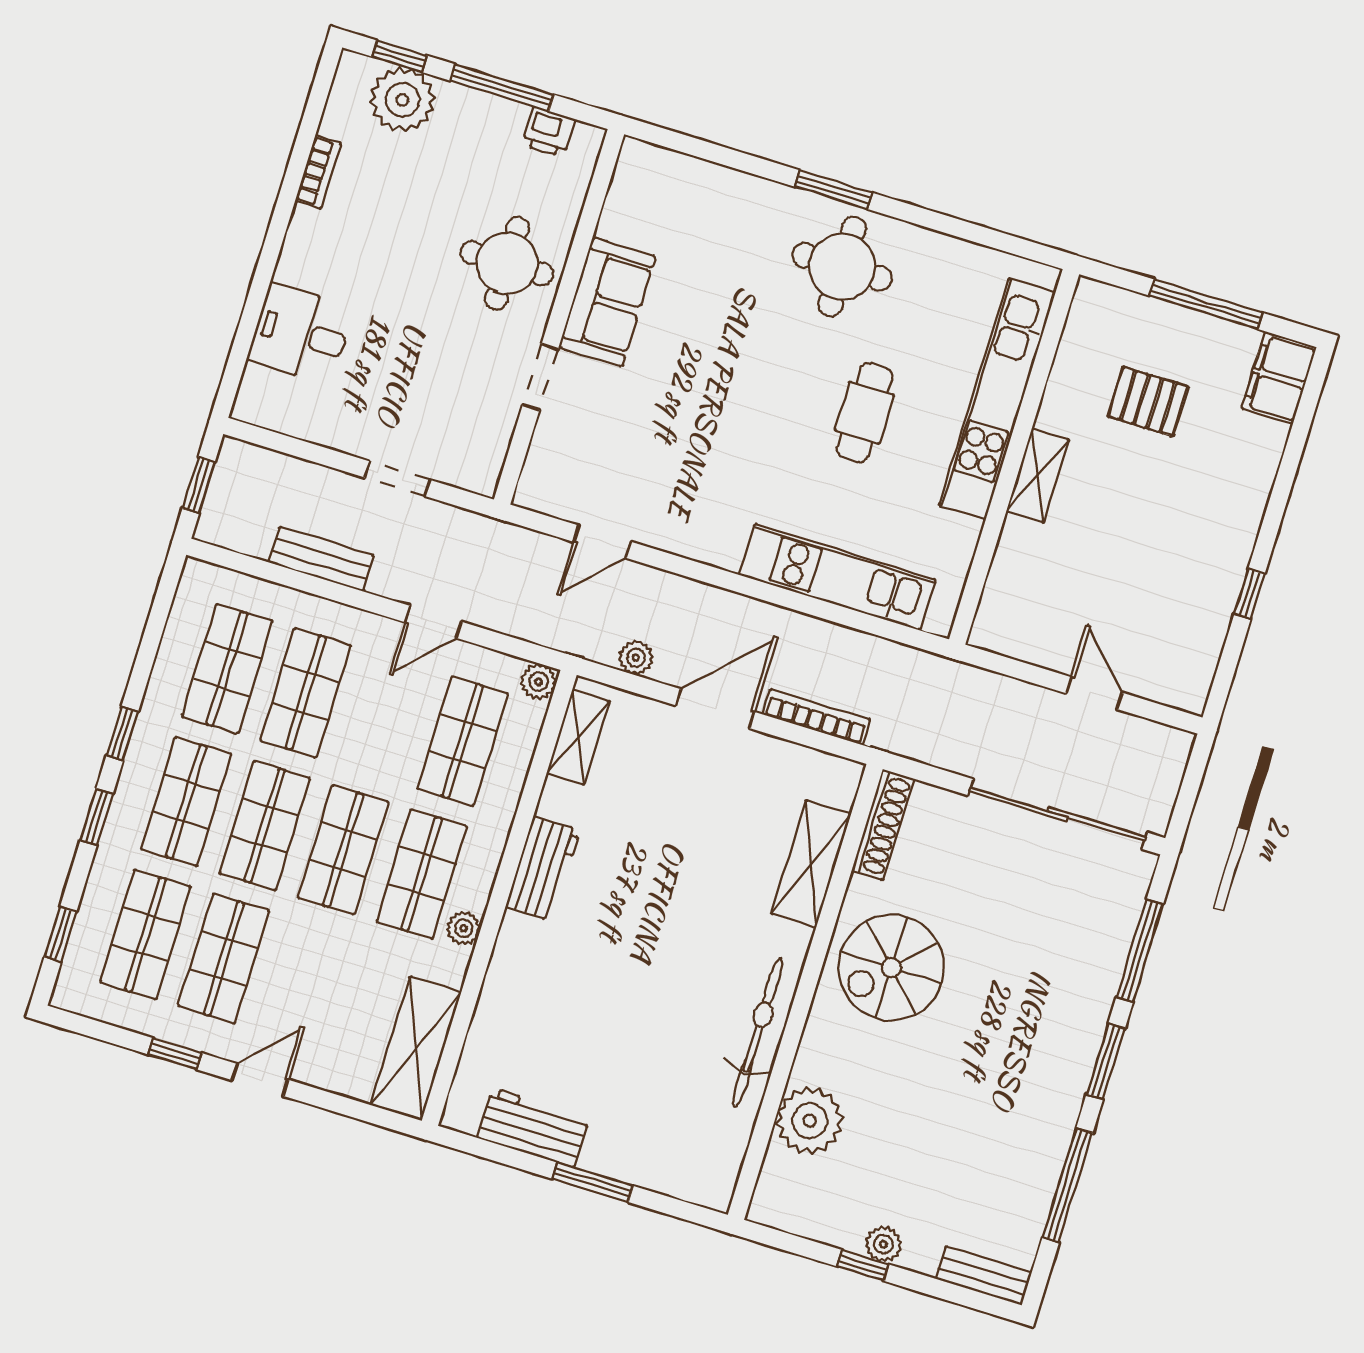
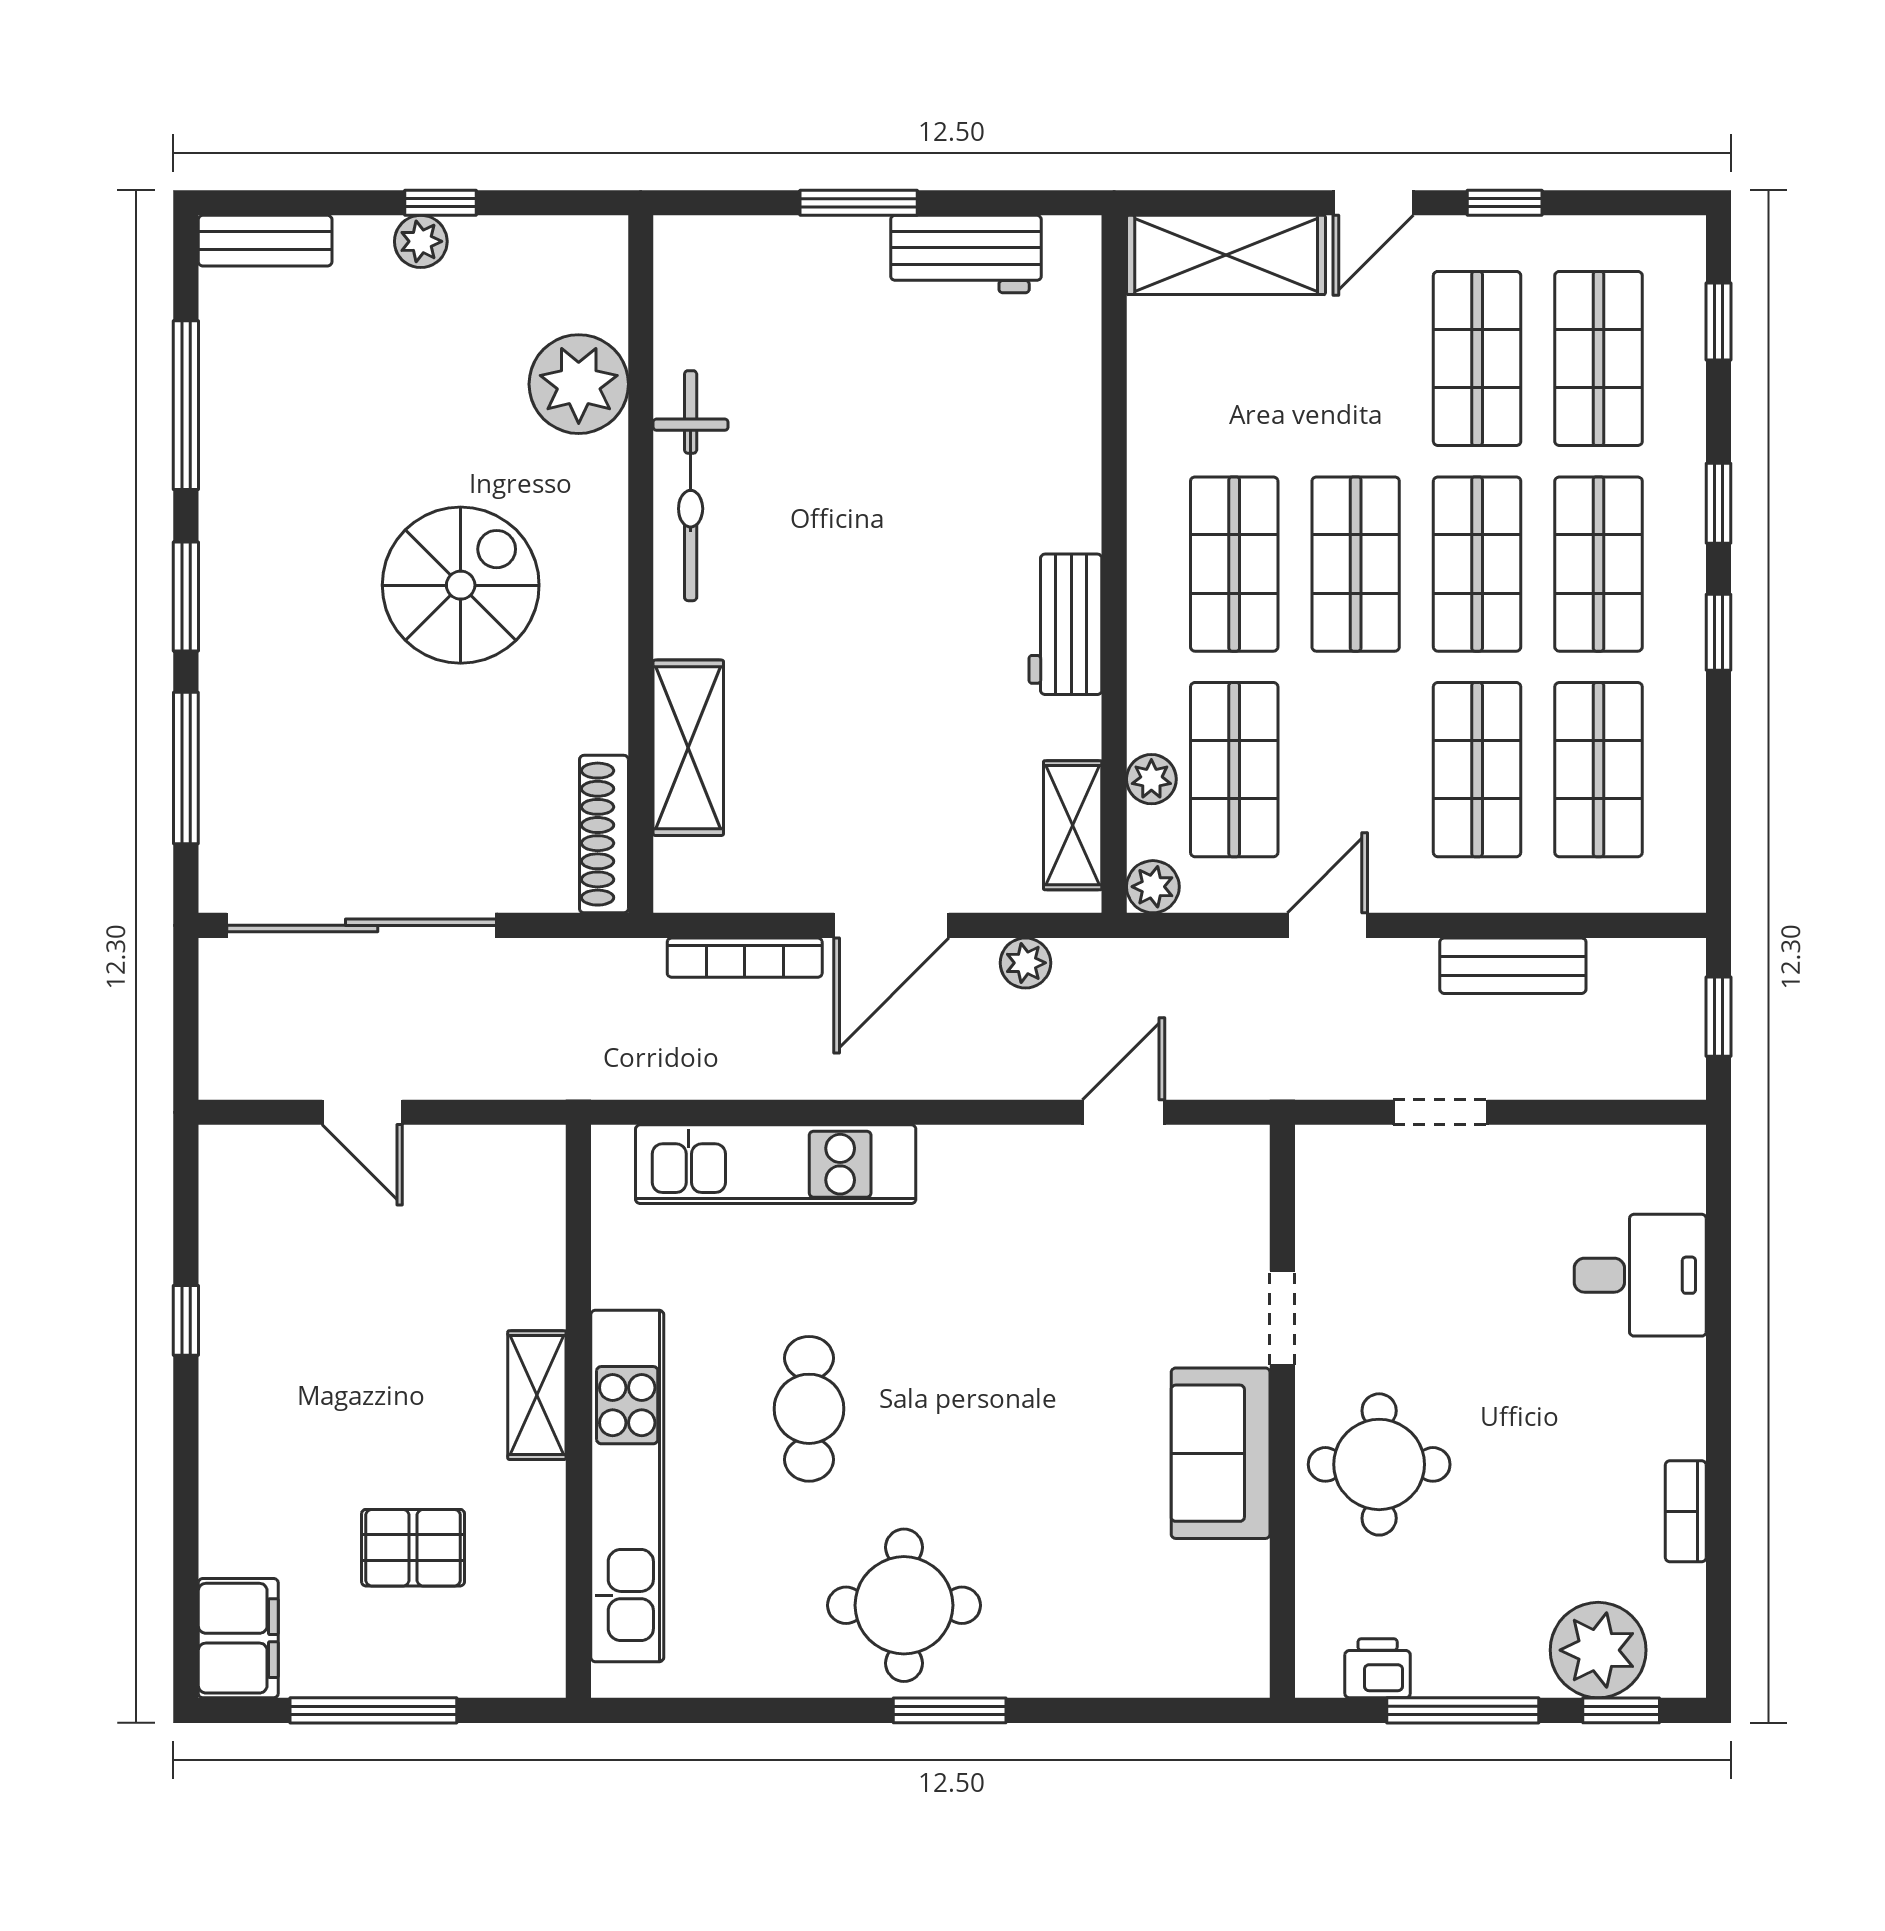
plant: (464, 928) -> (1151, 779), moved
spiral stairs: (891, 968) -> (461, 585), moved
shelving: (416, 1049) -> (1226, 255), moved, turned 90

